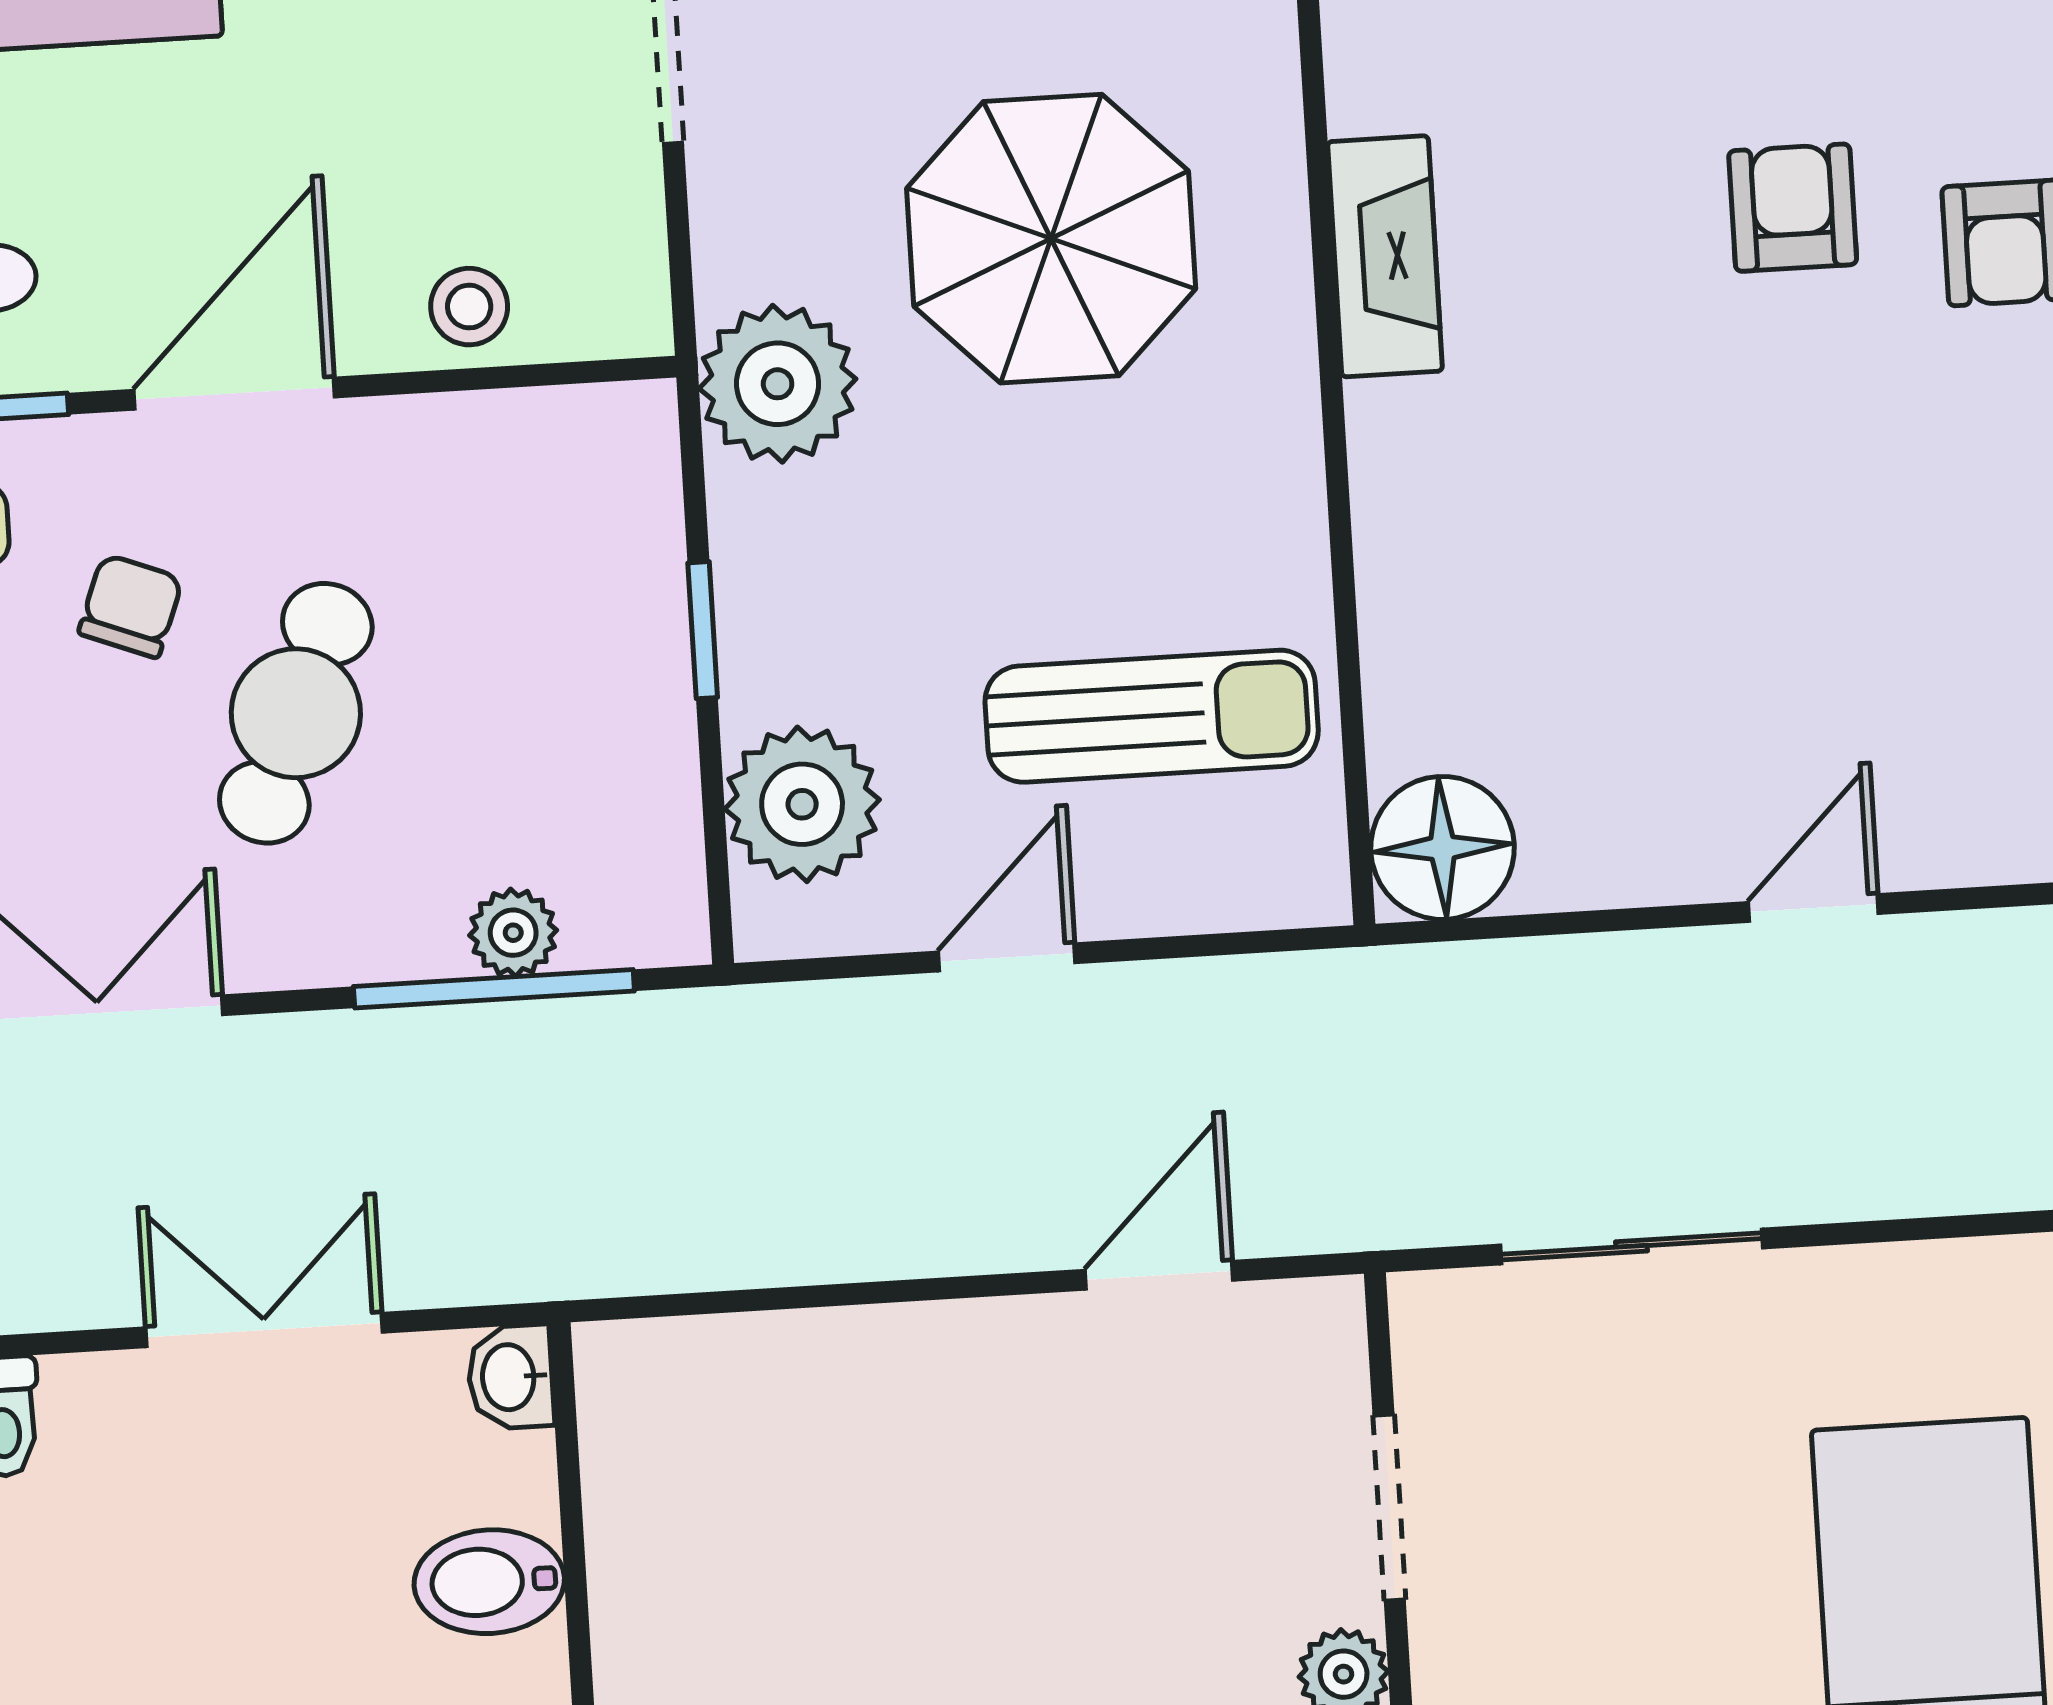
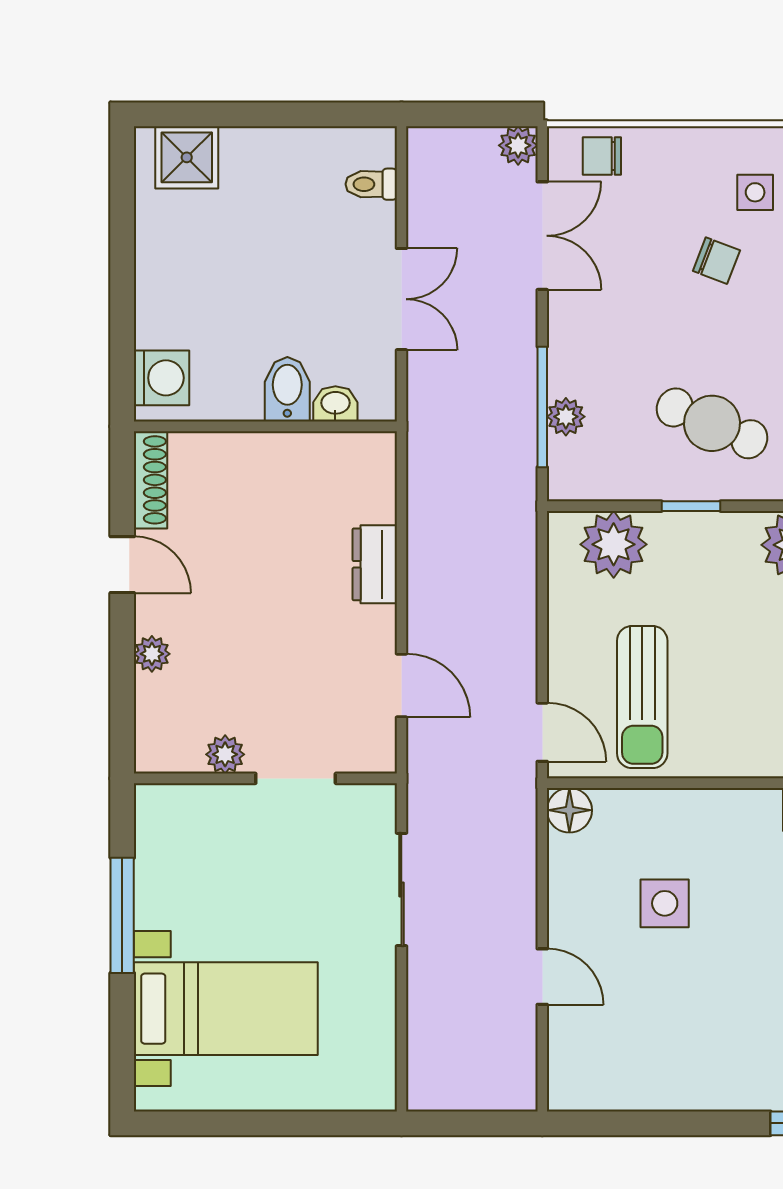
side table: (1626, 635) -> (665, 903), added
cafe table: (296, 713) -> (712, 423), moved
floor lamp: (1443, 848) -> (569, 810), width x0.73, depth x0.73
door: (1007, 957) -> (542, 732), moved
dresser: (882, 1354) -> (375, 564), added
washbasin: (511, 1377) -> (335, 404), moved

